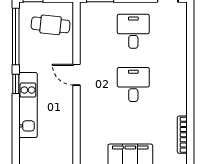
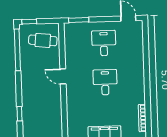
window: (16, 84) -> (20, 114), moved
kitchen unit: (28, 105) -> (28, 100), removed

